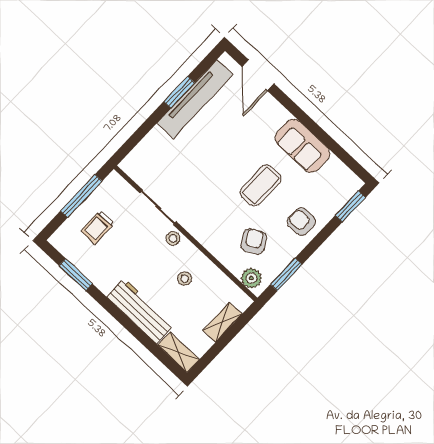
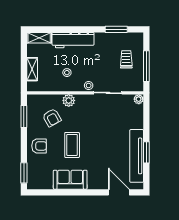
plant: (128, 165) -> (139, 99), added
plant: (251, 278) -> (69, 100), moved

